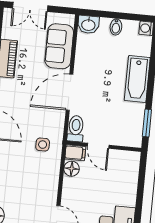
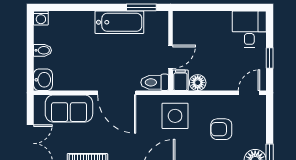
bathtub: (137, 79) -> (119, 22), moved
side table: (43, 145) -> (175, 116), width x1.87, depth x1.87
armchair: (26, 186) -> (221, 129), added

